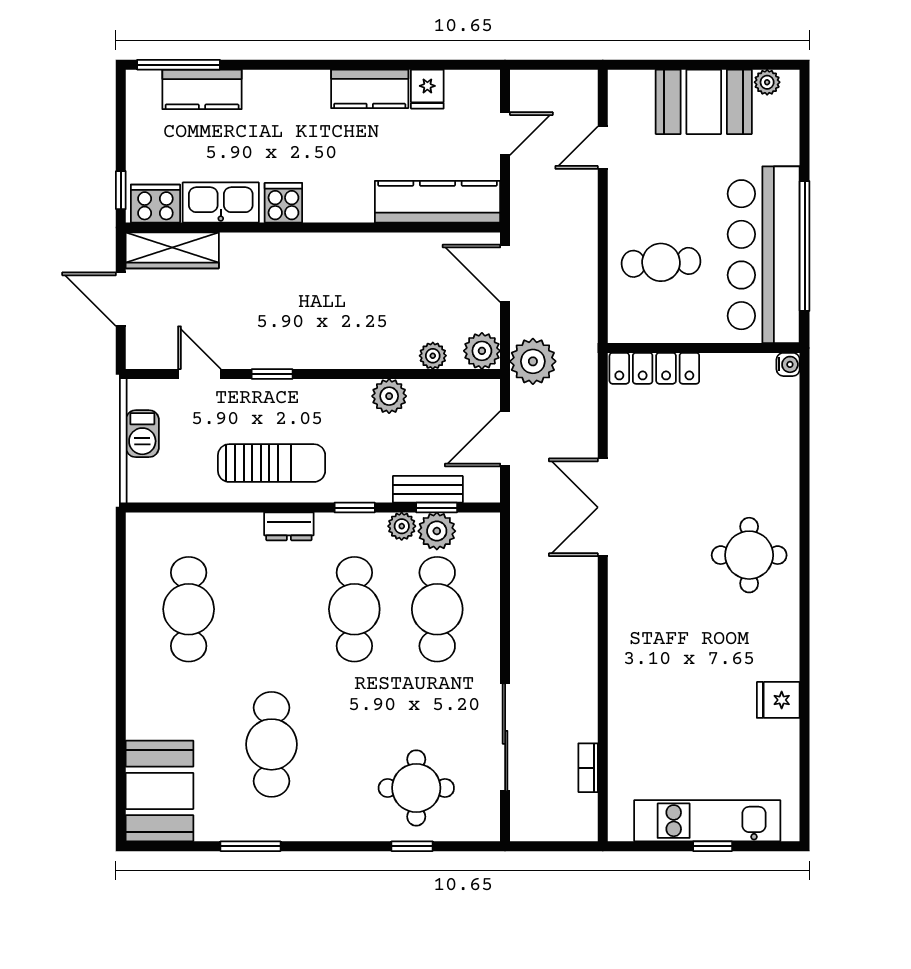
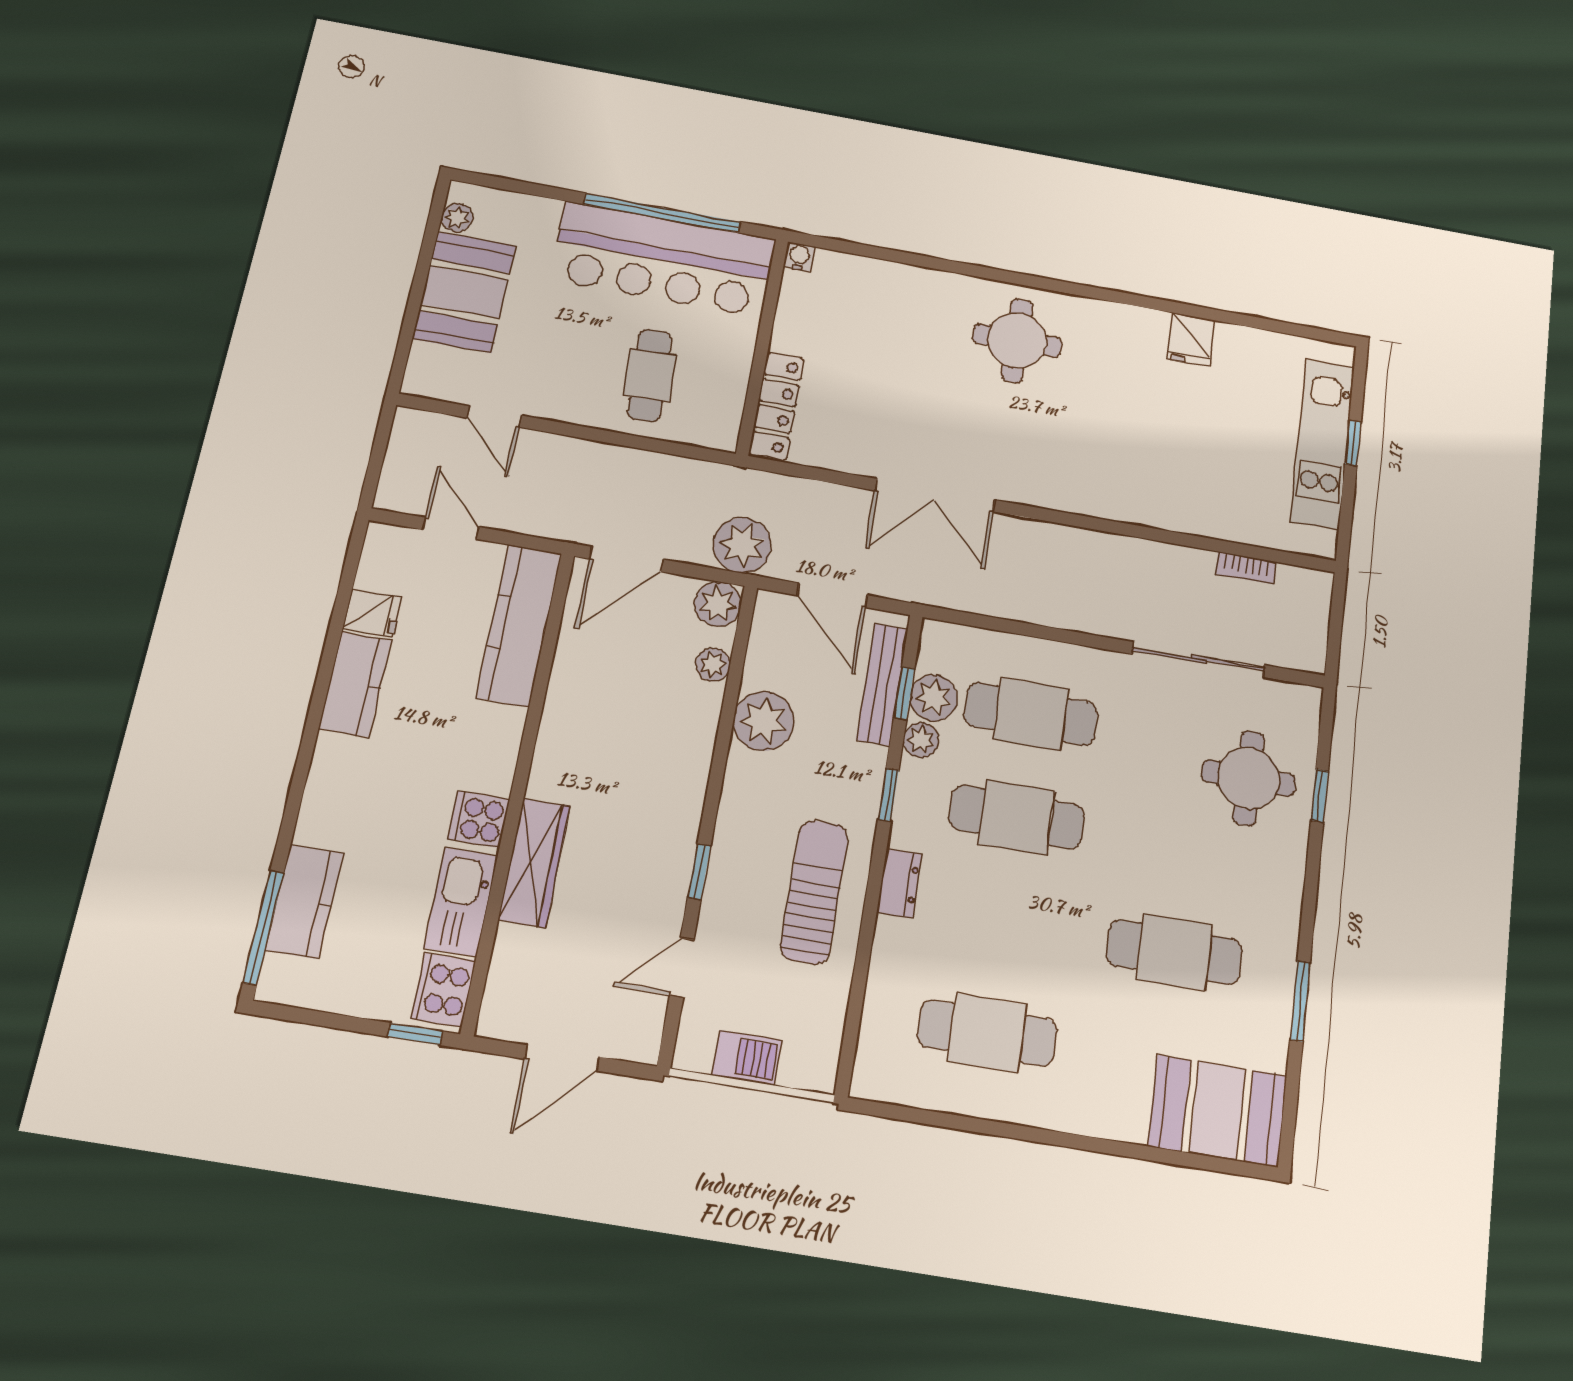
wardrobe: (172, 250) -> (534, 863), moved
plant: (389, 396) -> (764, 721), width x1.36, depth x1.36
bench: (428, 489) -> (882, 684), width x1.36

